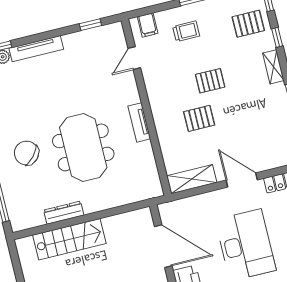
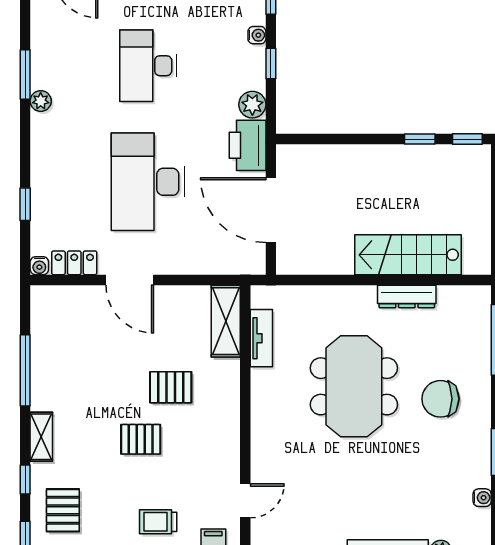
pallet: (248, 24) -> (63, 510), turned 90
tv unit: (139, 122) -> (261, 338), moved
chair: (26, 153) -> (440, 399), turned 138
shelving: (192, 179) -> (226, 321), moved, turned 90

